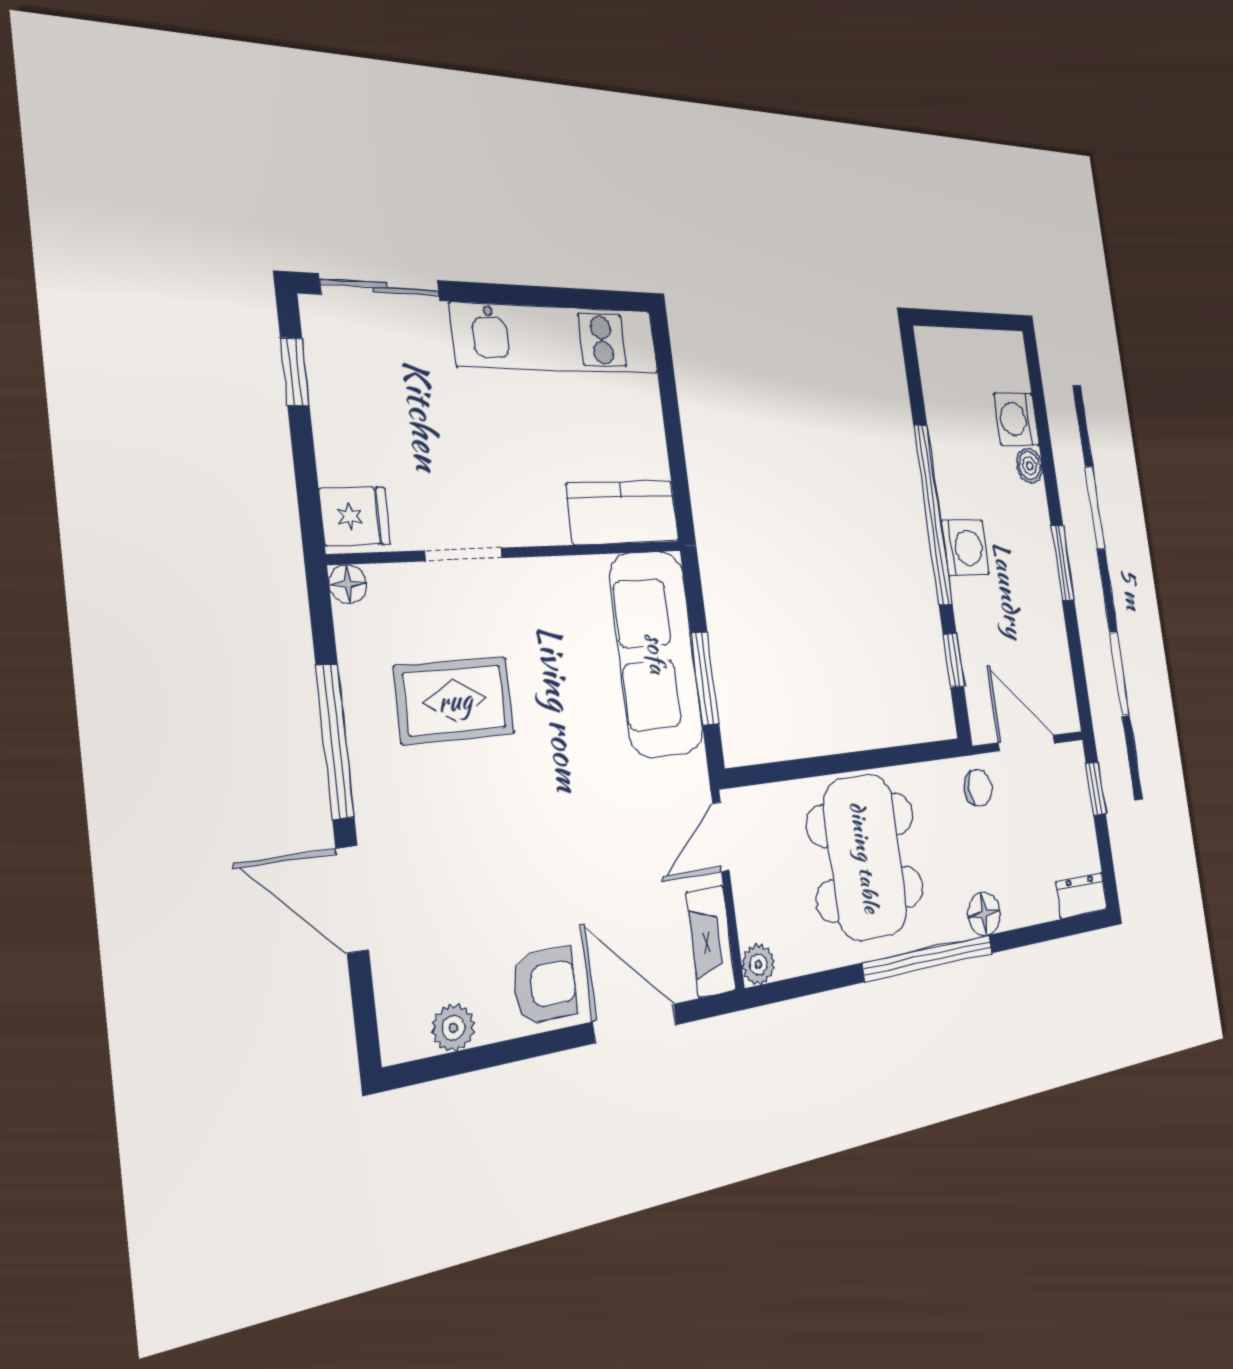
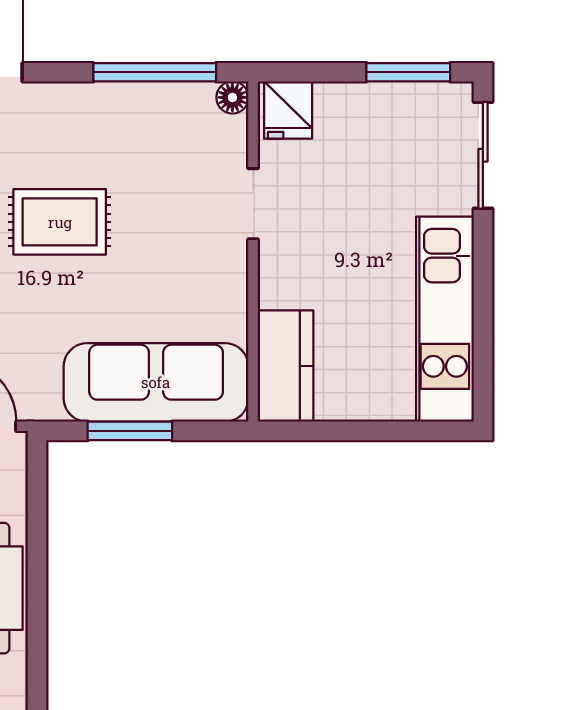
window: (295, 372) -> (408, 72), width x1.50
rug: (455, 700) -> (60, 222), moved, turned 90
window: (335, 741) -> (155, 72), moved

